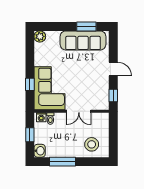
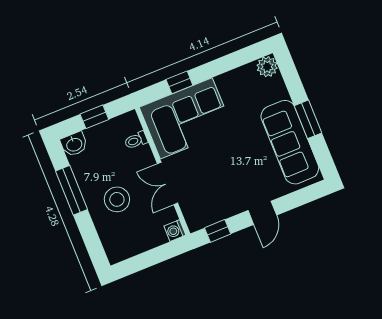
window: (86, 26) -> (308, 119), moved
washing machine: (41, 117) -> (175, 231), moved
stool: (92, 144) -> (117, 199), moved

